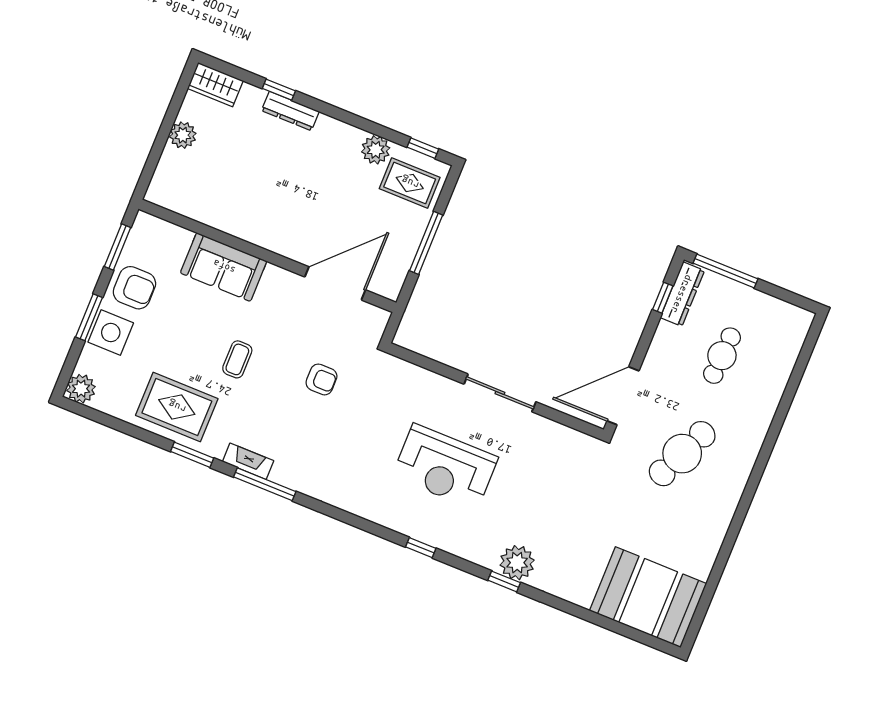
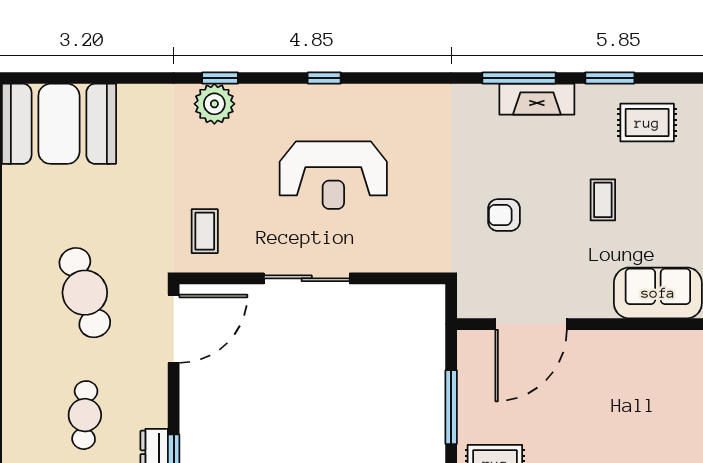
rug: (177, 407) -> (647, 123), width x0.73, depth x0.70
cafe table: (682, 454) -> (85, 293), turned -42
fireplace: (248, 461) -> (537, 99), width x1.37, depth x1.32
coffee table: (566, 464) -> (205, 231), added
reception desk: (445, 467) -> (333, 175), turned 180

